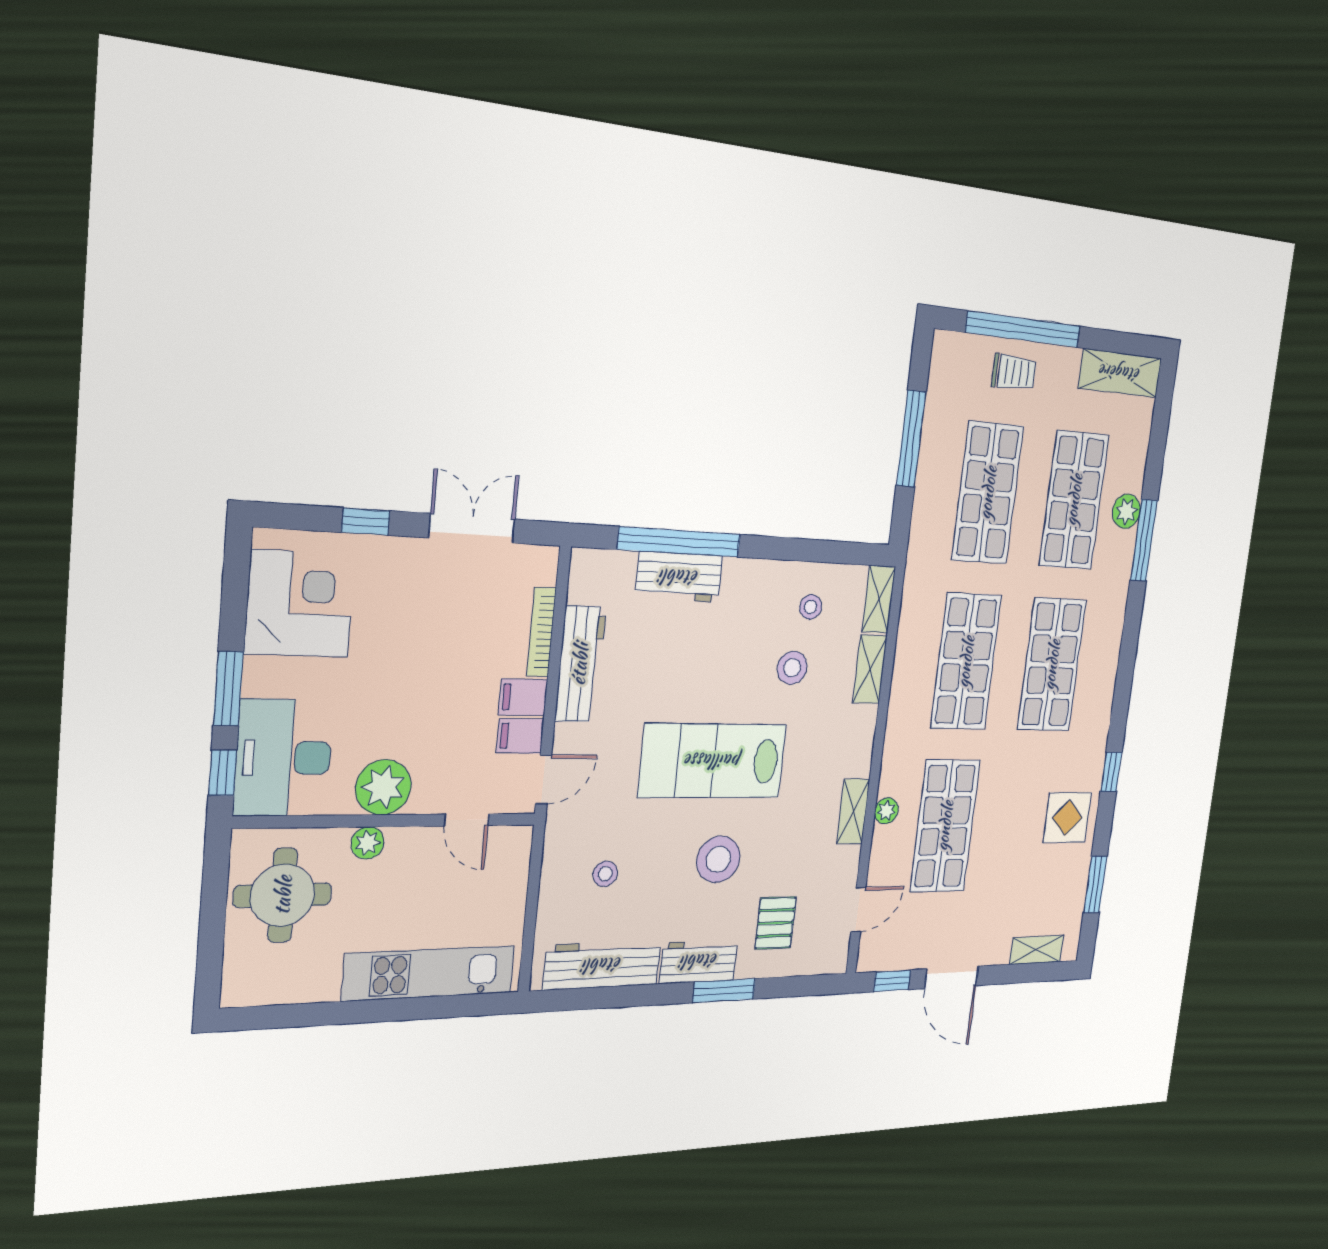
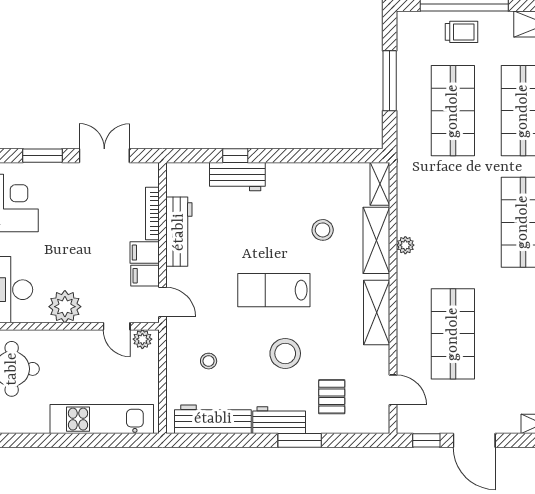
window: (366, 522) -> (42, 156), width x1.50
window: (679, 542) -> (235, 156), width x0.32
stool: (811, 607) -> (331, 191), removed
shop shelf: (966, 662) -> (453, 222), removed
shelving: (870, 669) -> (376, 240), width x1.50, depth x1.33
lab bench: (713, 761) -> (274, 290), width x0.73, depth x0.72
door: (544, 779) -> (162, 302), hinge flipped
shelving: (853, 811) -> (377, 312), width x1.50, depth x1.33
plant: (886, 811) -> (405, 245), moved
plant: (368, 843) -> (142, 339), moved
door: (858, 910) -> (393, 390), hinge flipped

